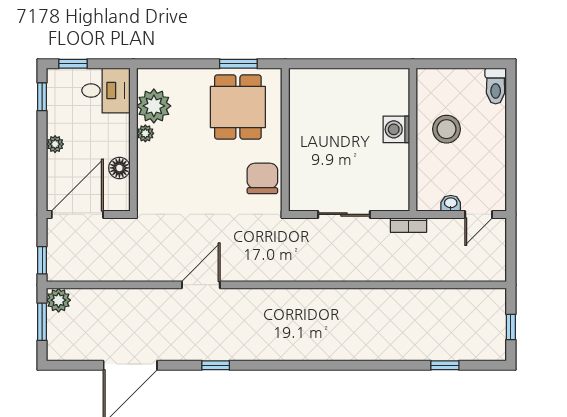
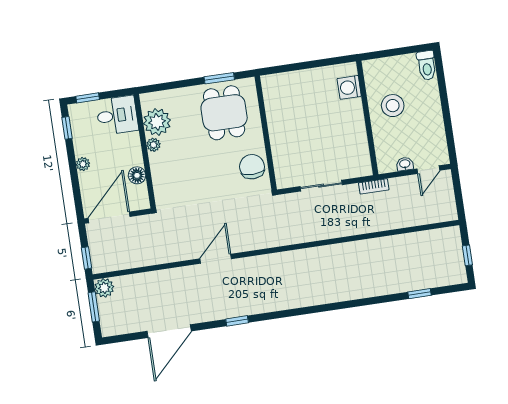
washing machine: (396, 129) -> (349, 87), moved

